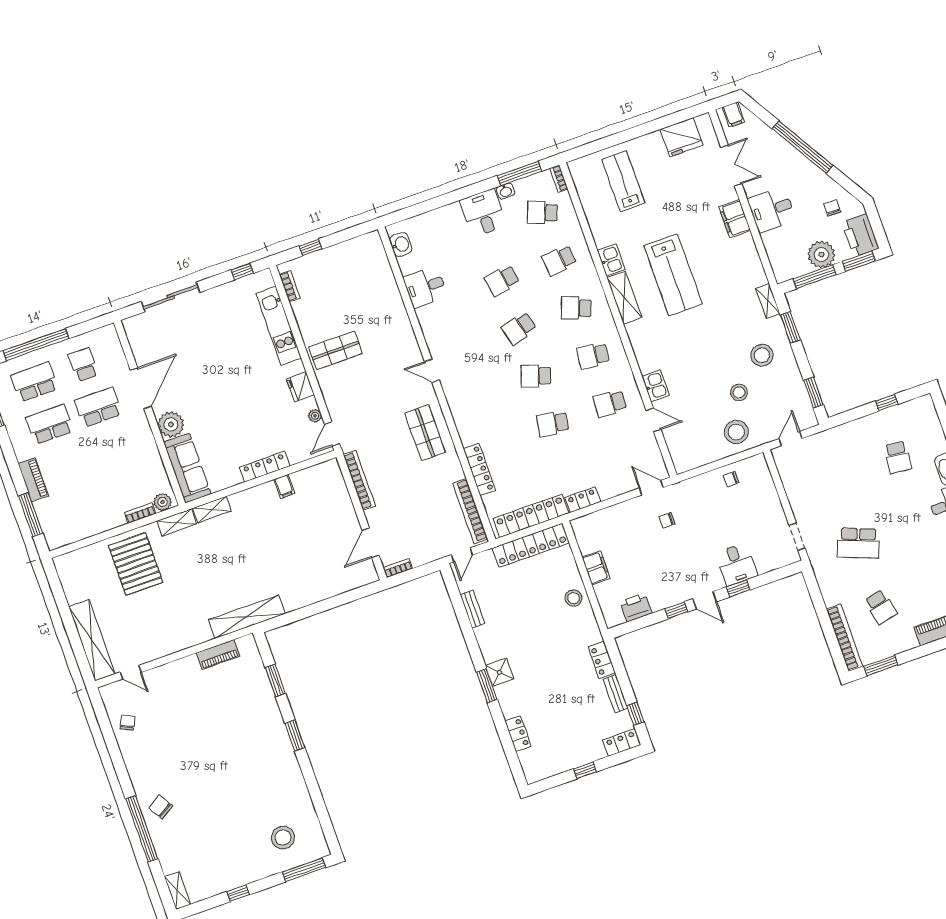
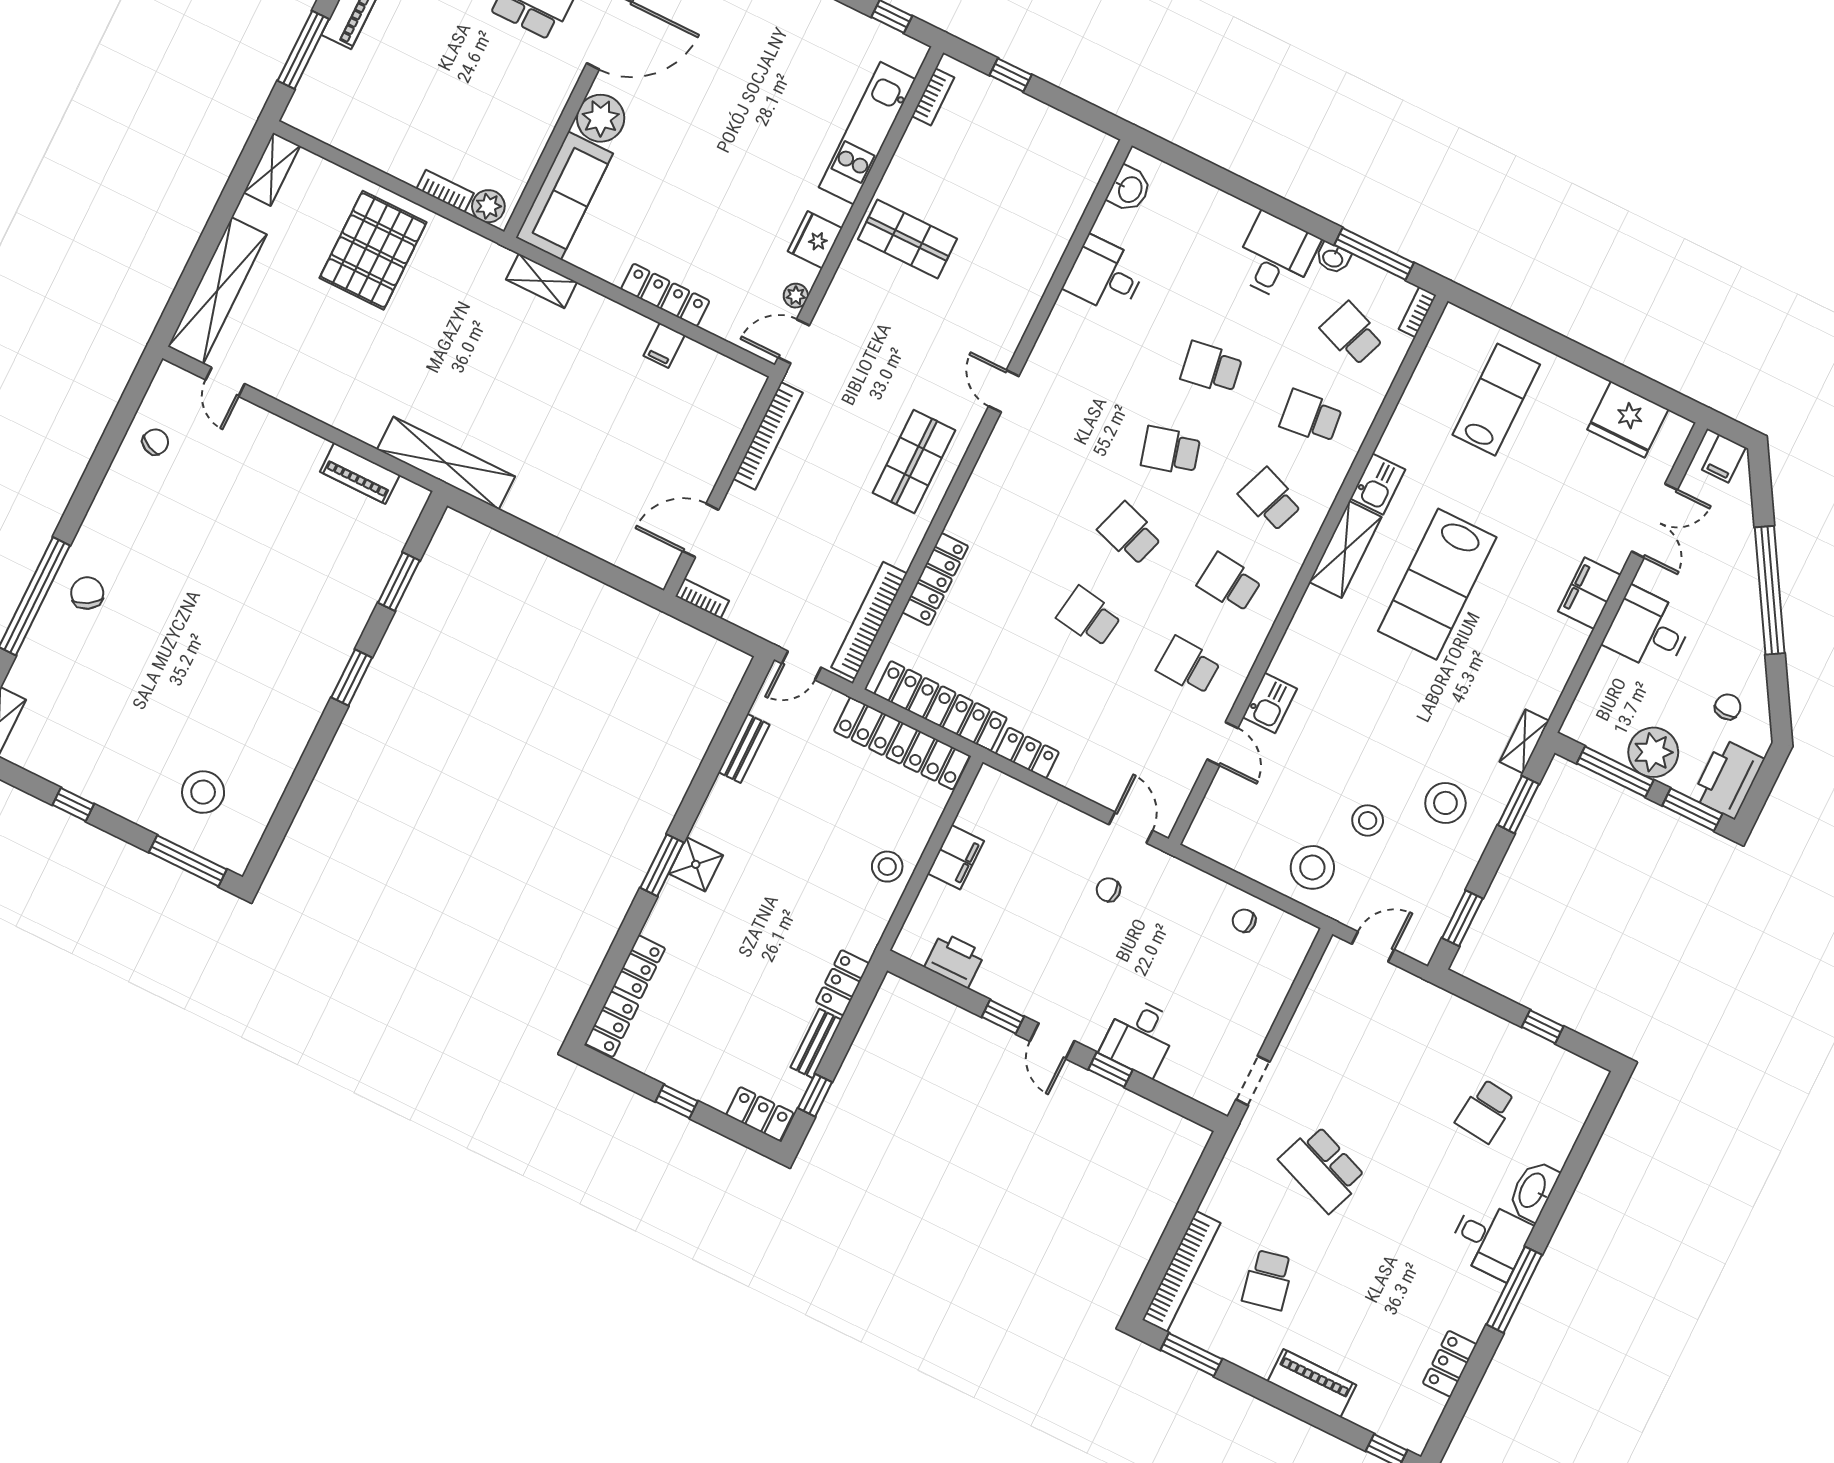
shelving: (177, 522) -> (272, 169), moved, turned 90
locker: (530, 766) -> (612, 1024), added

